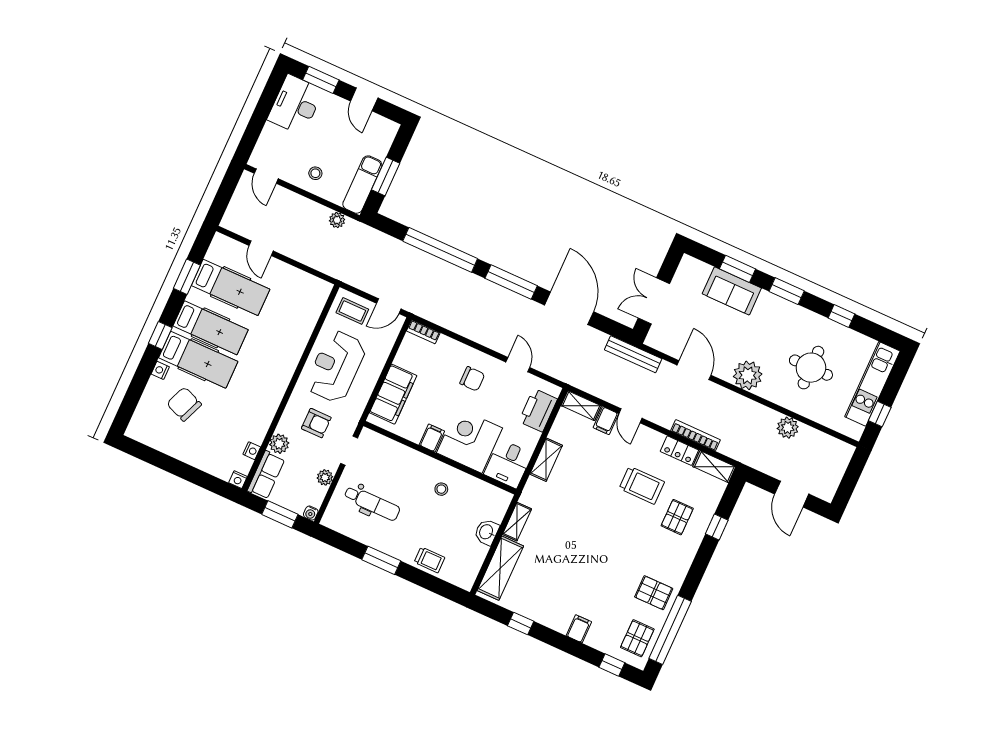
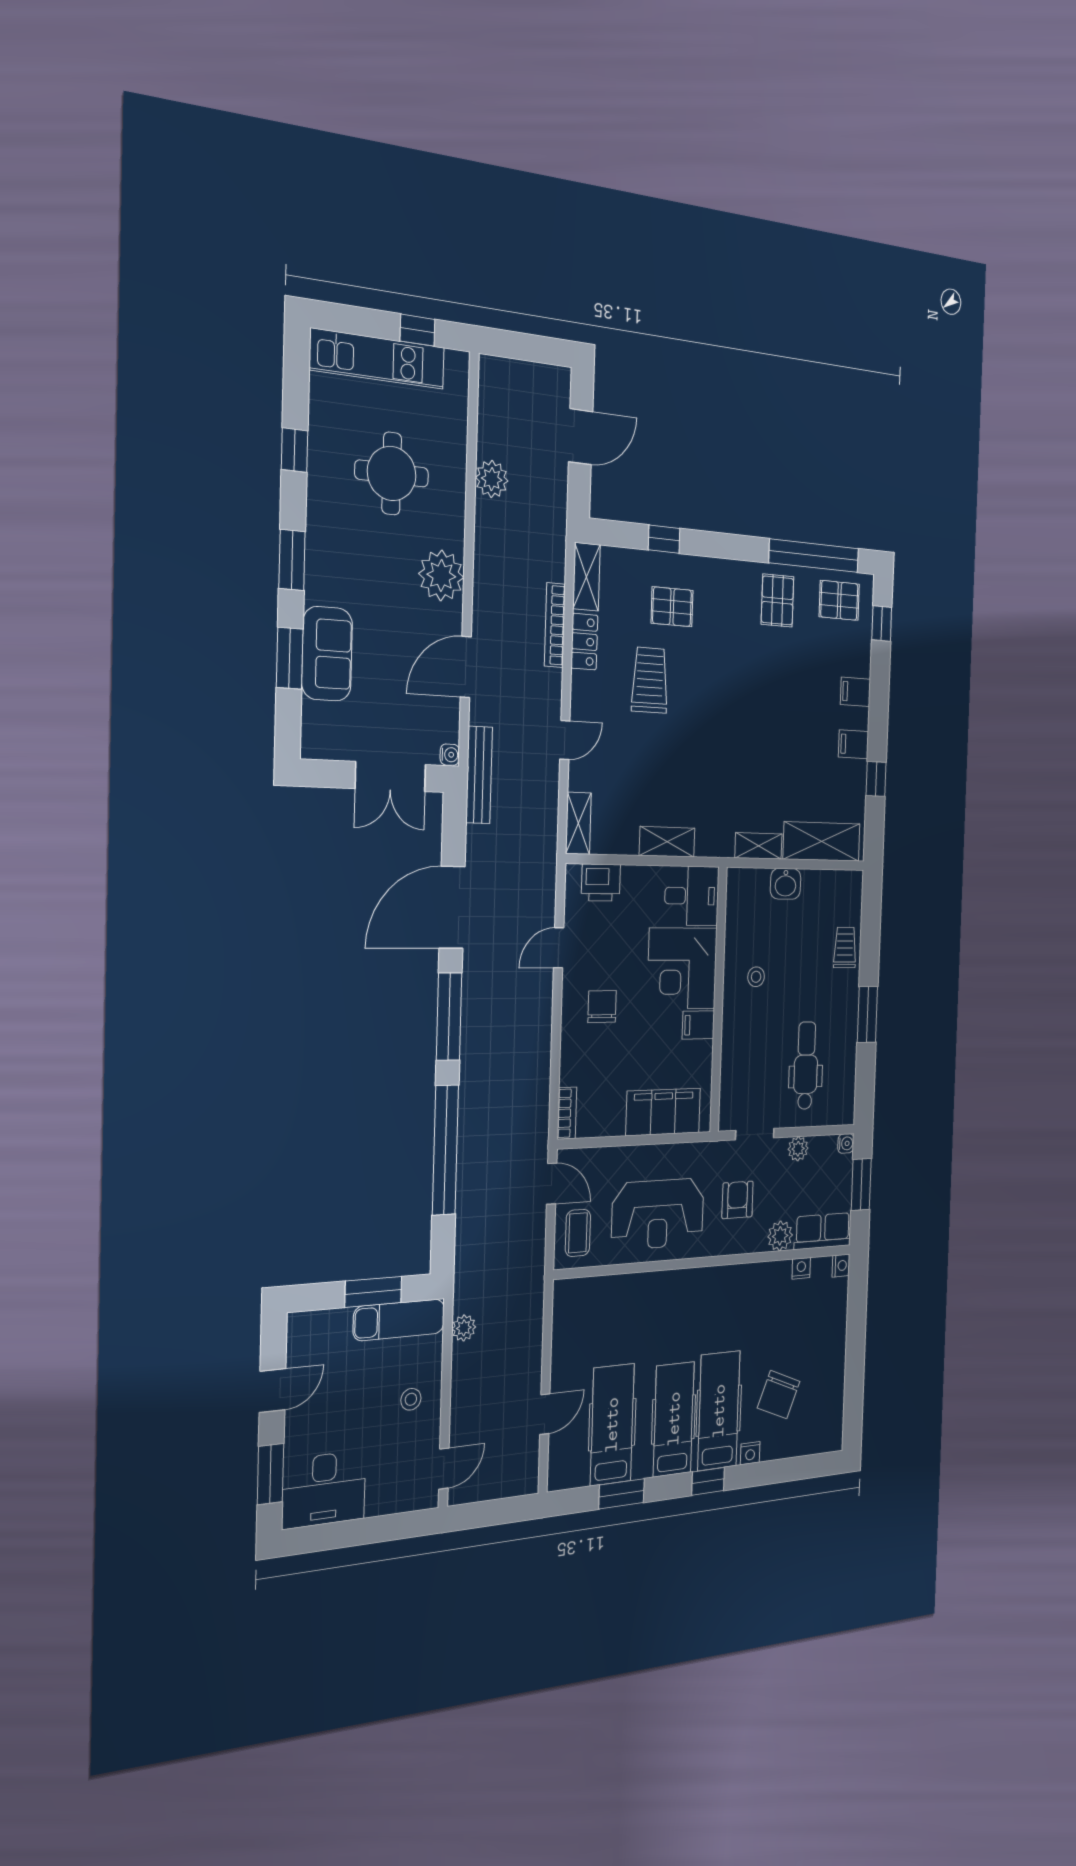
water cooler: (651, 341) -> (450, 755), added
printer: (538, 410) -> (601, 883), width x0.73, depth x0.84
filing cabinet: (606, 421) -> (854, 744), moved, turned 180

